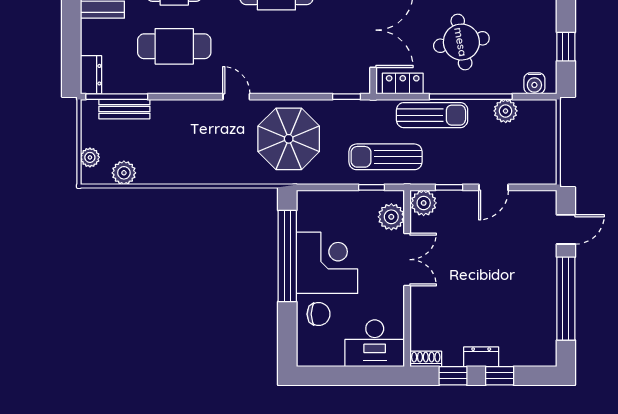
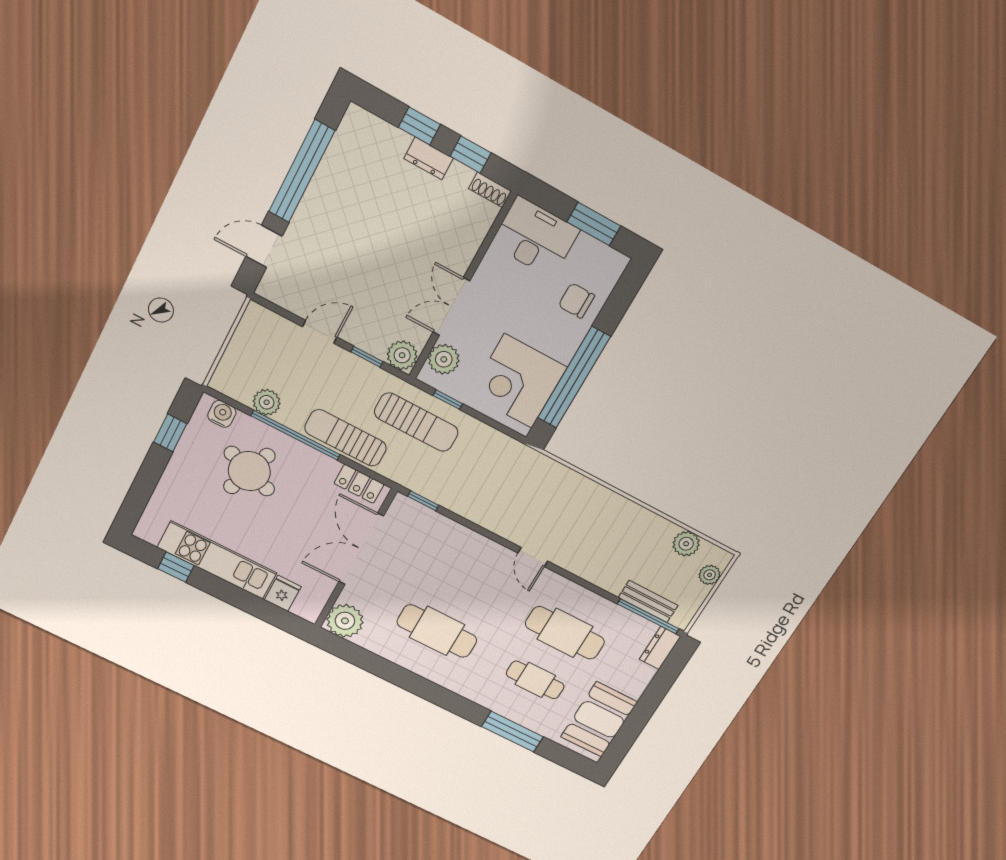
round table: (461, 42) -> (249, 471), moved, turned 30
parasol: (289, 139) -> (505, 491), removed
corner desk: (327, 263) -> (518, 381), moved
window: (338, 376) -> (594, 224), added

